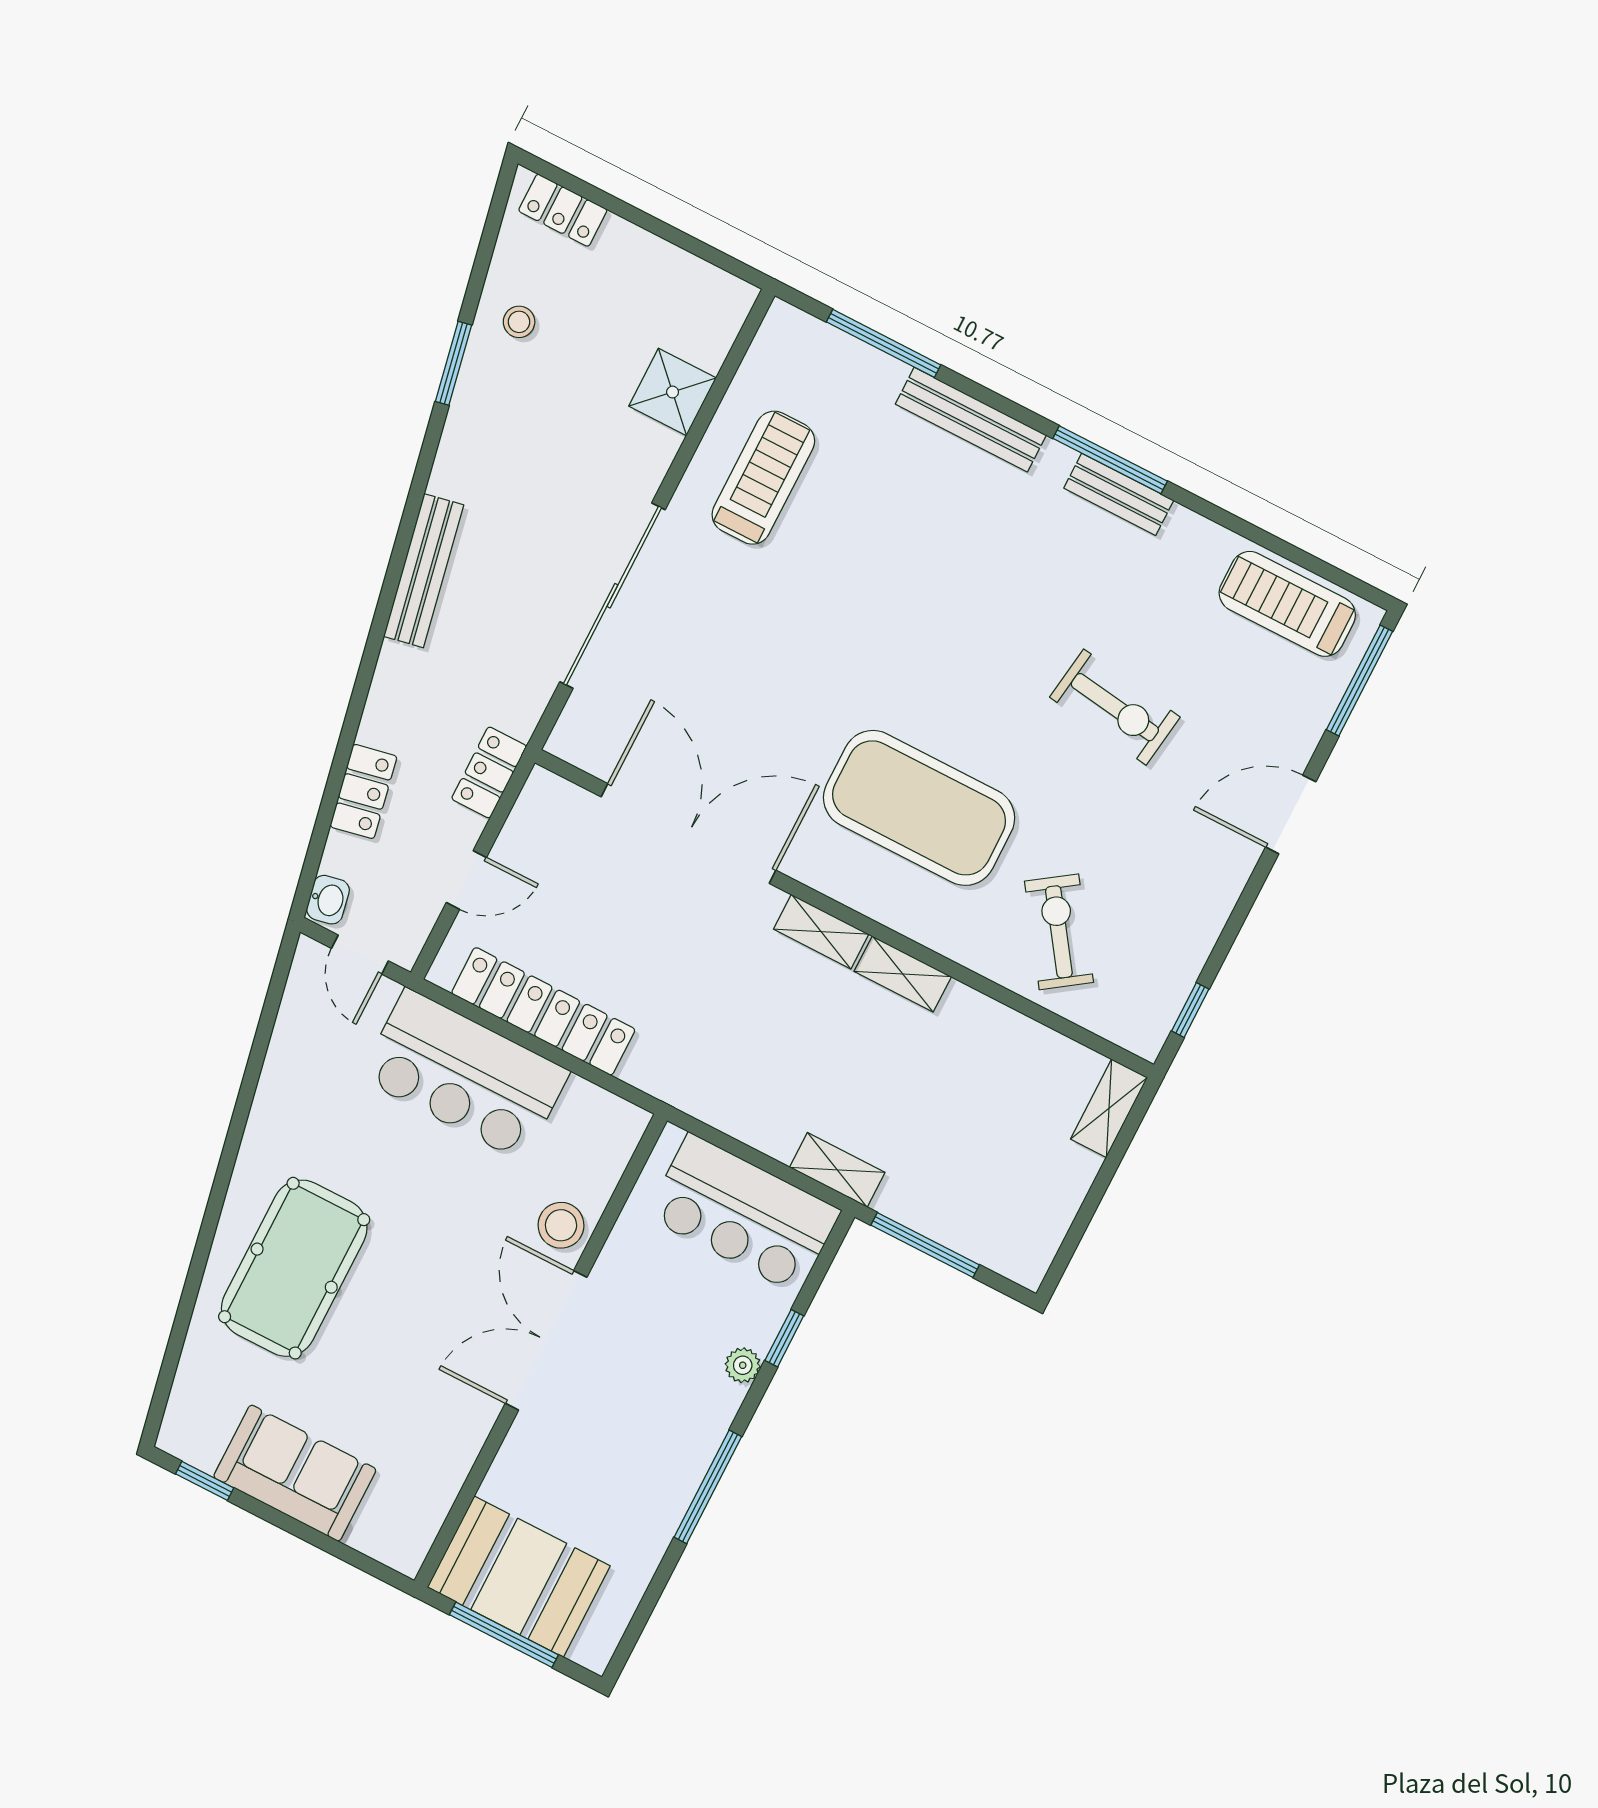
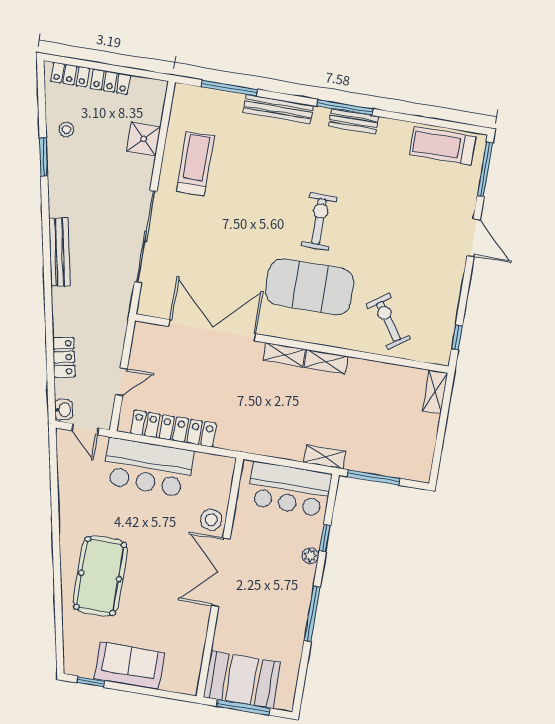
exercise bike: (1115, 707) -> (319, 221), moved, turned -98
locker: (489, 772) -> (110, 82), moved, turned -90
door: (1291, 814) -> (474, 238), swing flipped

